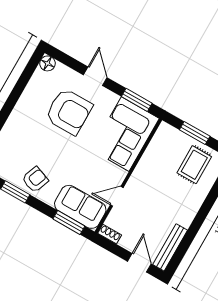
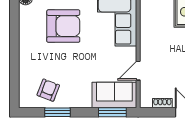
armchair: (35, 180) -> (48, 90), moved
shoe rack: (110, 234) -> (162, 103), moved

